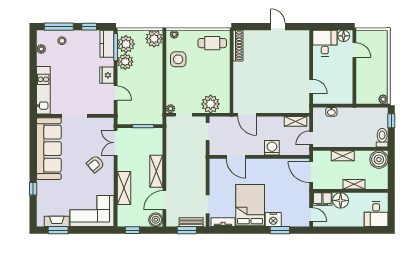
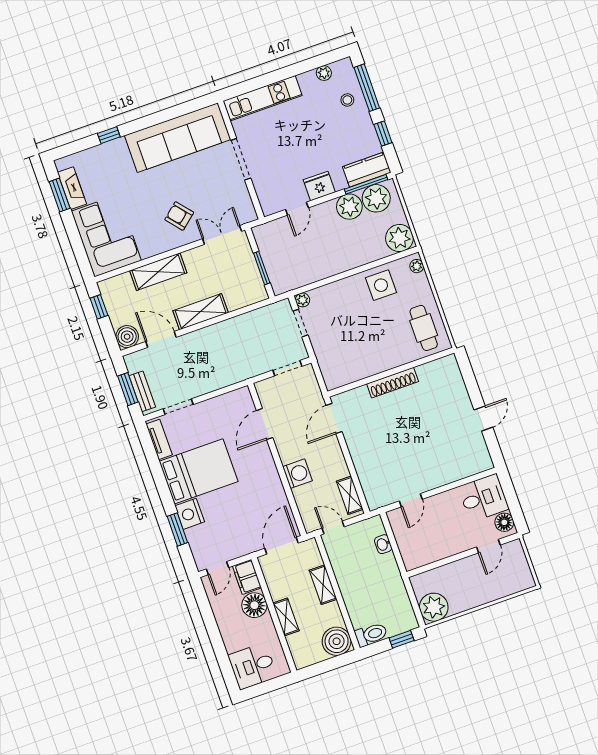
shoe rack: (238, 46) -> (393, 383), moved
plant: (383, 99) -> (434, 607), width x1.88, depth x1.88
plant: (211, 104) -> (331, 358), removed

